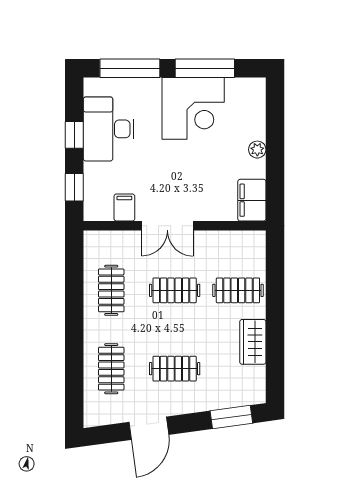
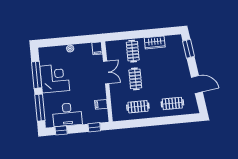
window: (74, 135) -> (61, 130), moved
filing cabinet: (252, 200) -> (97, 48), width x0.50
double door: (167, 226) -> (106, 72), moved
clothes rail: (175, 369) -> (170, 76), removed

